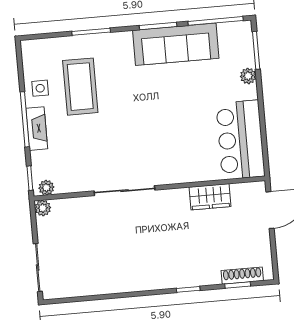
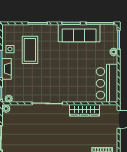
wardrobe: (210, 197) -> (85, 110), width x1.50

